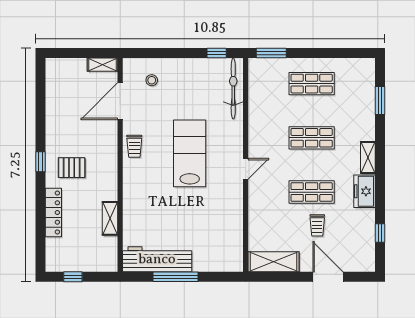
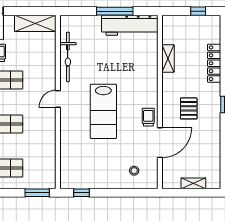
shelving: (103, 65) -> (193, 183), moved
bicycle: (233, 89) -> (68, 57), moved
door: (120, 101) -> (160, 143), moved
pallet: (72, 168) -> (189, 108), moved, turned 90

